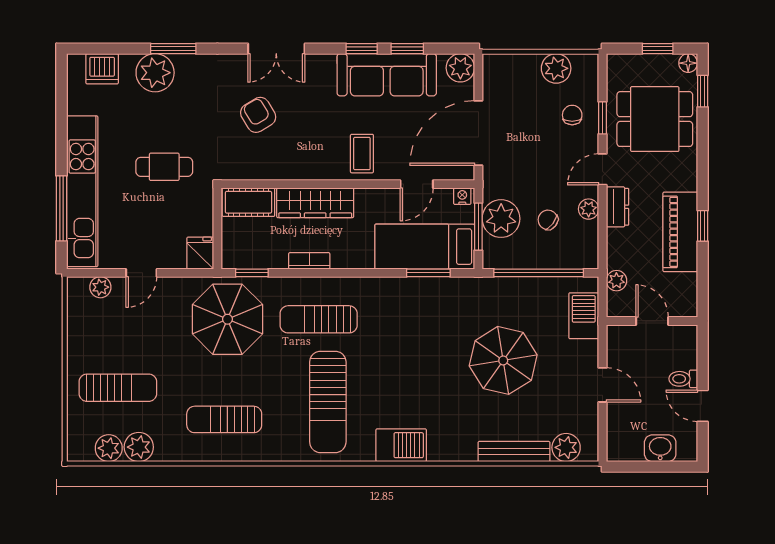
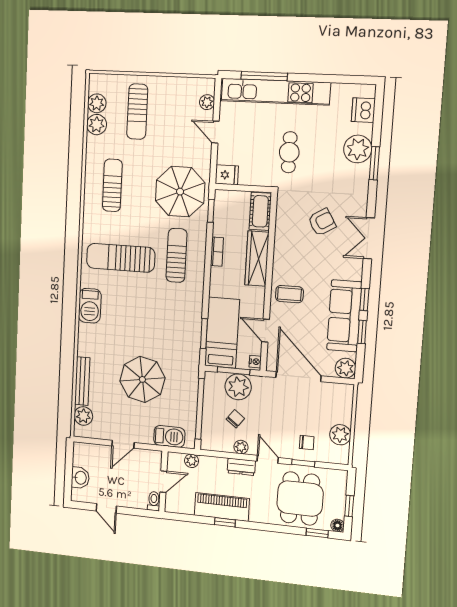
toilet: (683, 379) -> (154, 501), moved
door: (703, 406) -> (106, 508), swing flipped

